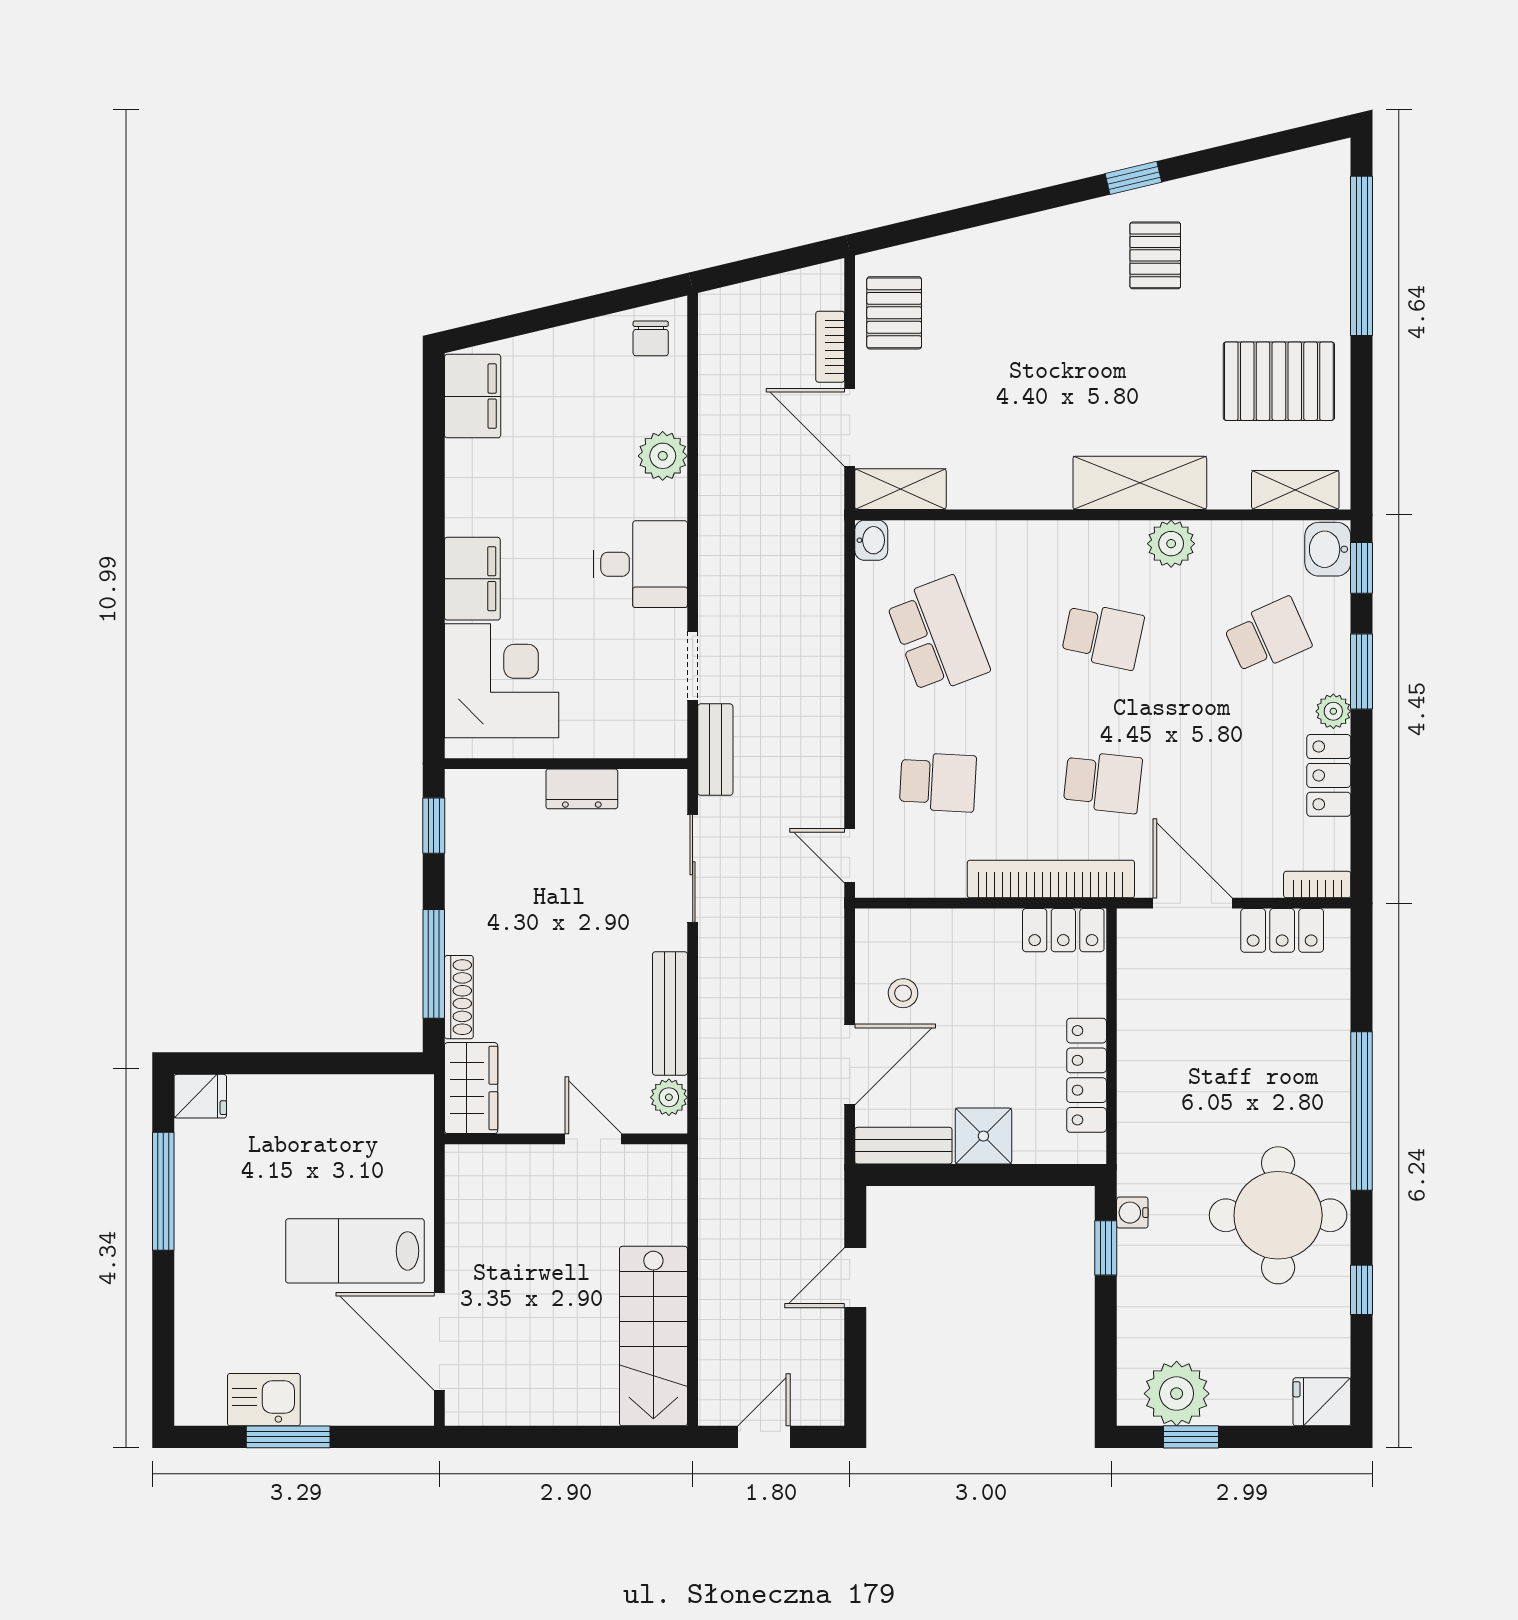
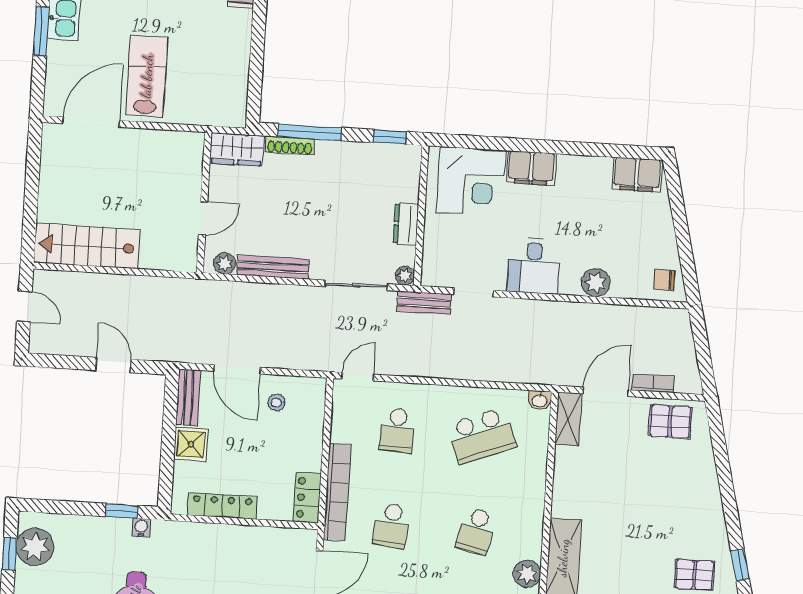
plant: (671, 785) -> (405, 276), added

